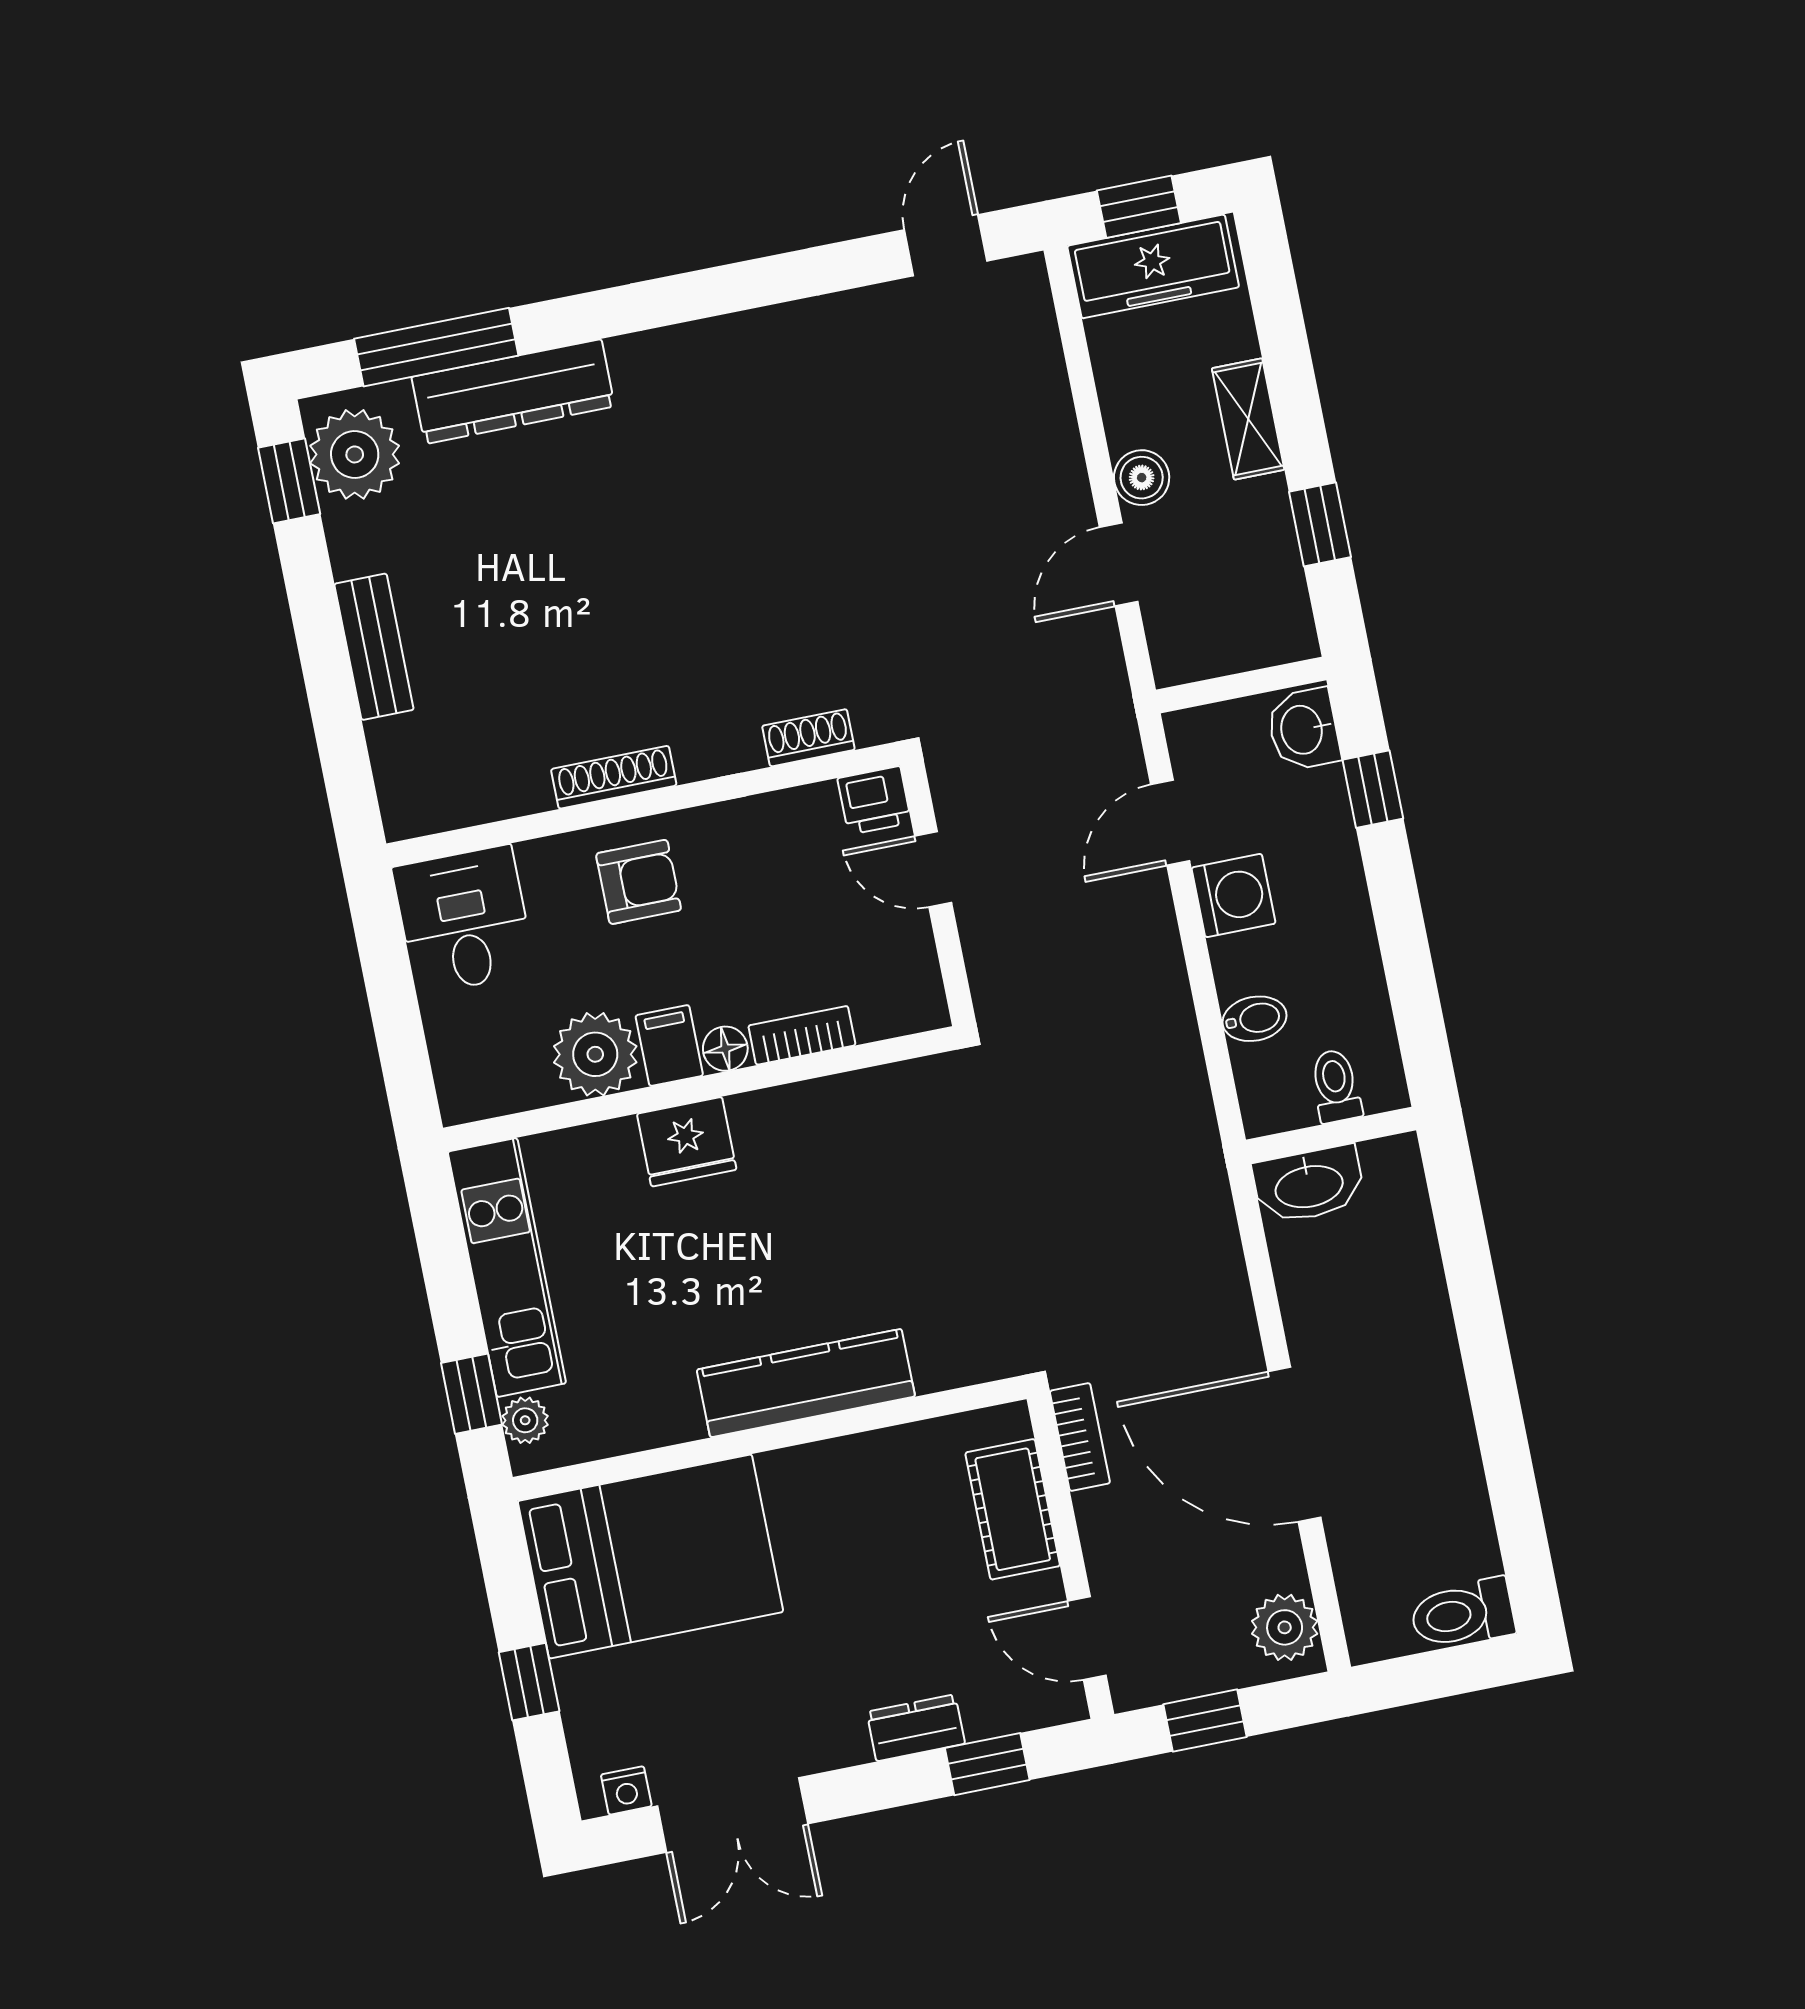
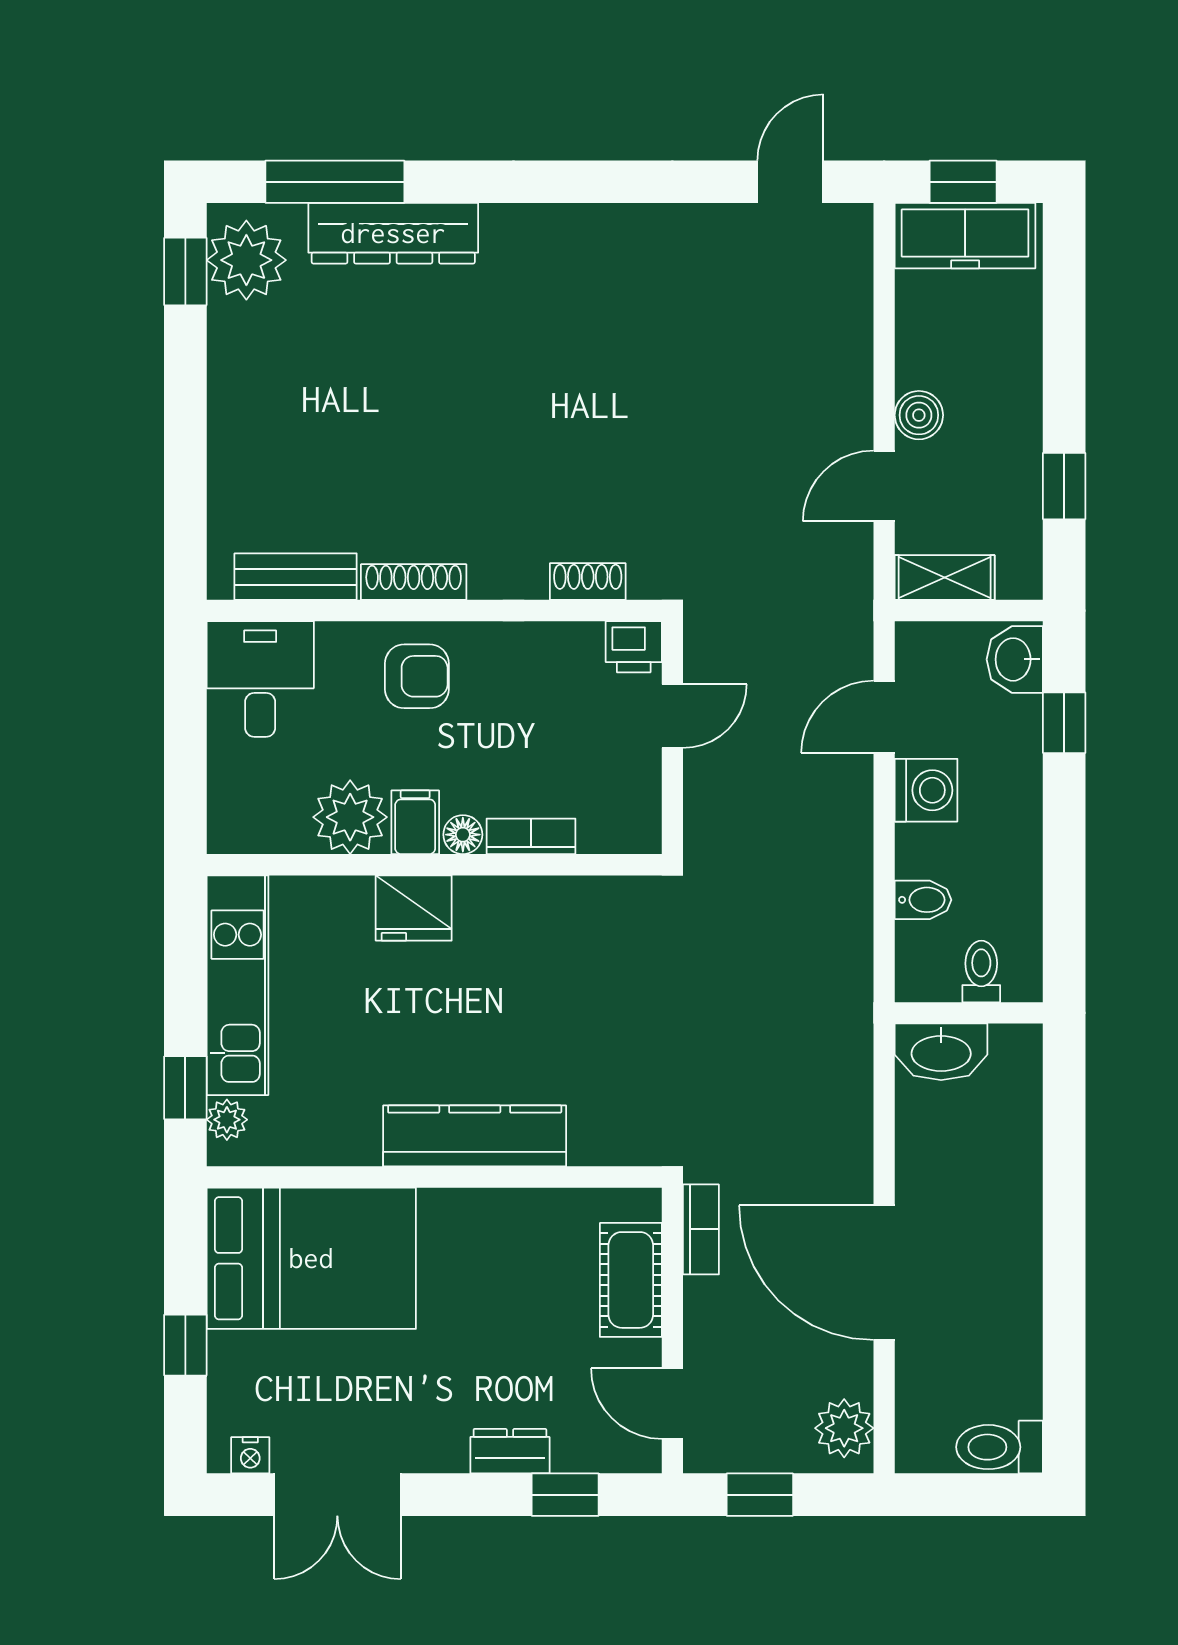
shelving: (1248, 419) -> (945, 578), moved, turned 90
bench: (374, 647) -> (296, 577), moved, turned 90
door: (933, 869) -> (672, 716), swing flipped

